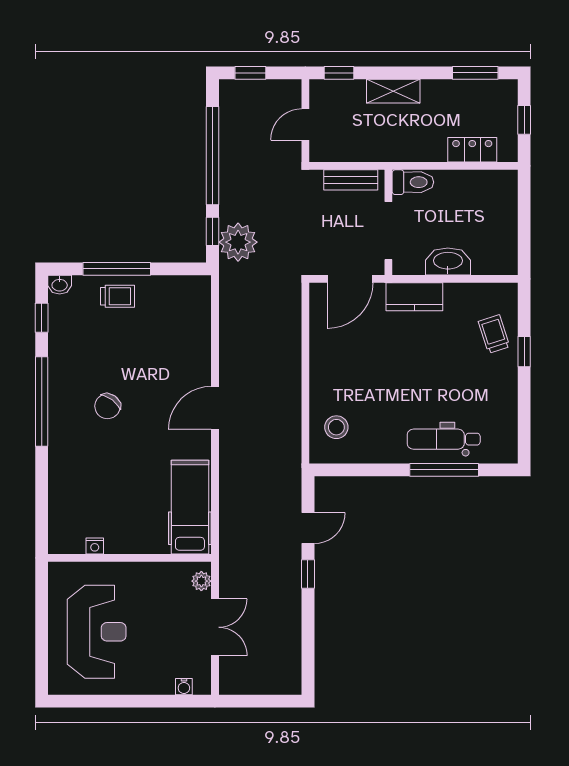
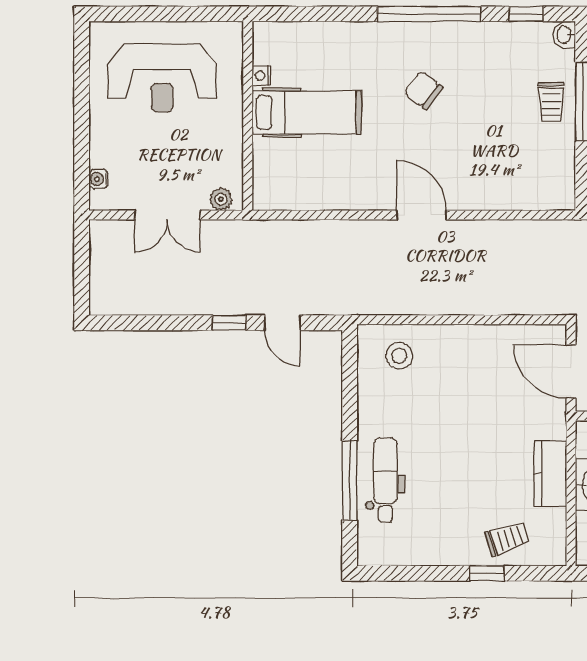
kitchen counter: (414, 297) -> (550, 474), moved
hospital bed: (190, 507) -> (307, 112), moved

